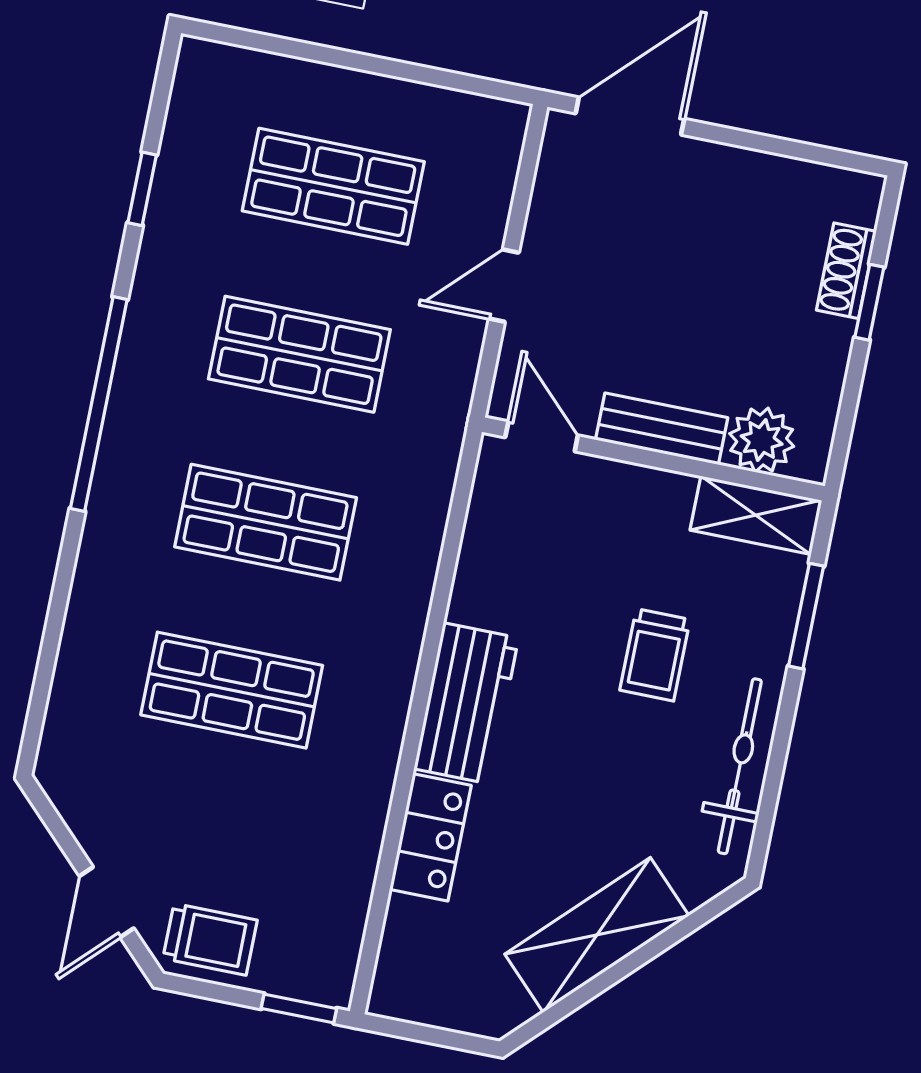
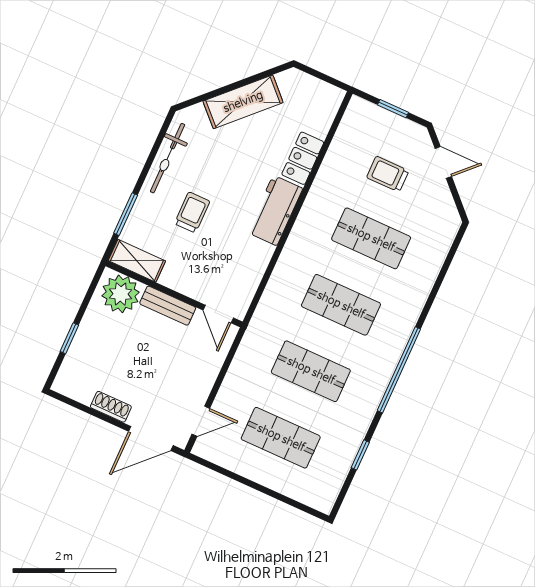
shoe rack: (846, 271) -> (111, 407), moved, turned -90
door: (504, 286) -> (201, 421), moved
plant: (762, 440) -> (121, 294), width x1.36, depth x1.36
door: (107, 902) -> (443, 162), hinge flipped
trolley: (210, 939) -> (388, 174), moved
window: (299, 1008) -> (393, 109), moved

